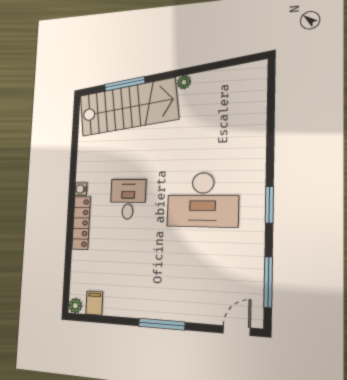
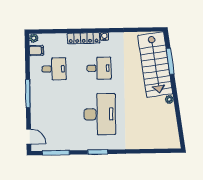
desk: (203, 200) -> (100, 114), turned 180
desk: (125, 275) -> (54, 69), added

